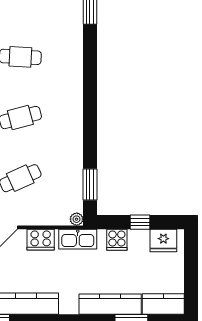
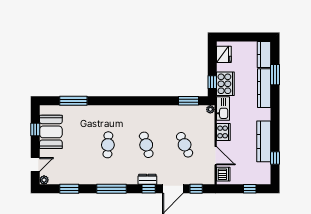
window: (140, 222) -> (212, 82), moved
cooker: (117, 240) -> (225, 84), width x1.87, depth x1.31

